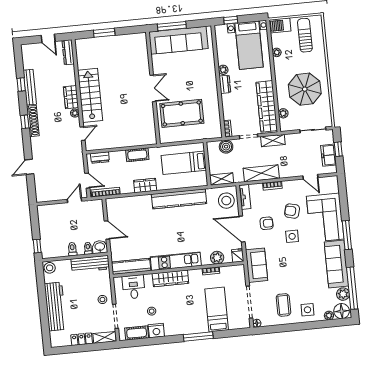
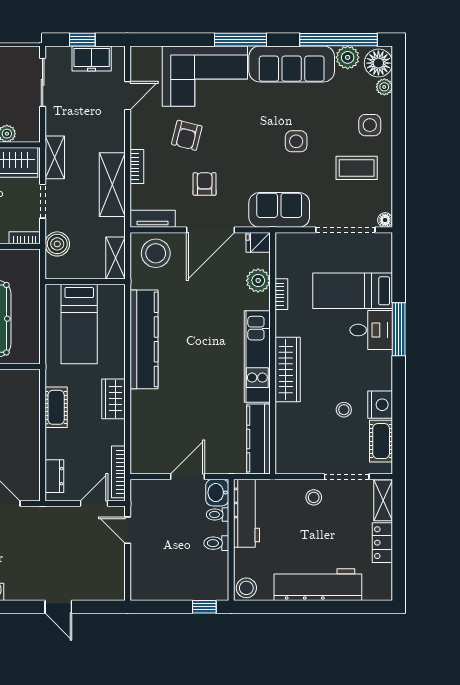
side table: (292, 236) -> (296, 141), moved
desk: (134, 287) -> (371, 330), moved, turned 180

